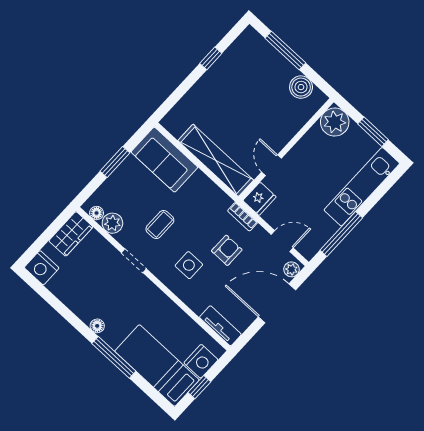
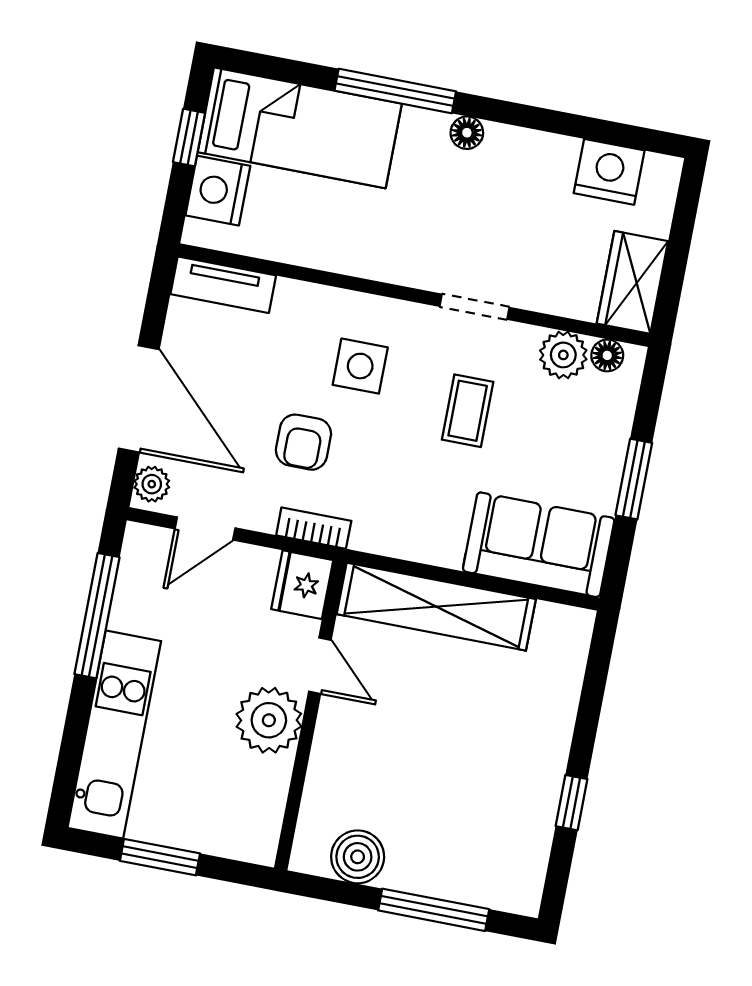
plant: (335, 122) -> (269, 720), moved
nightstand: (42, 268) -> (609, 172), moved
door: (277, 303) -> (139, 399), hinge flipped

